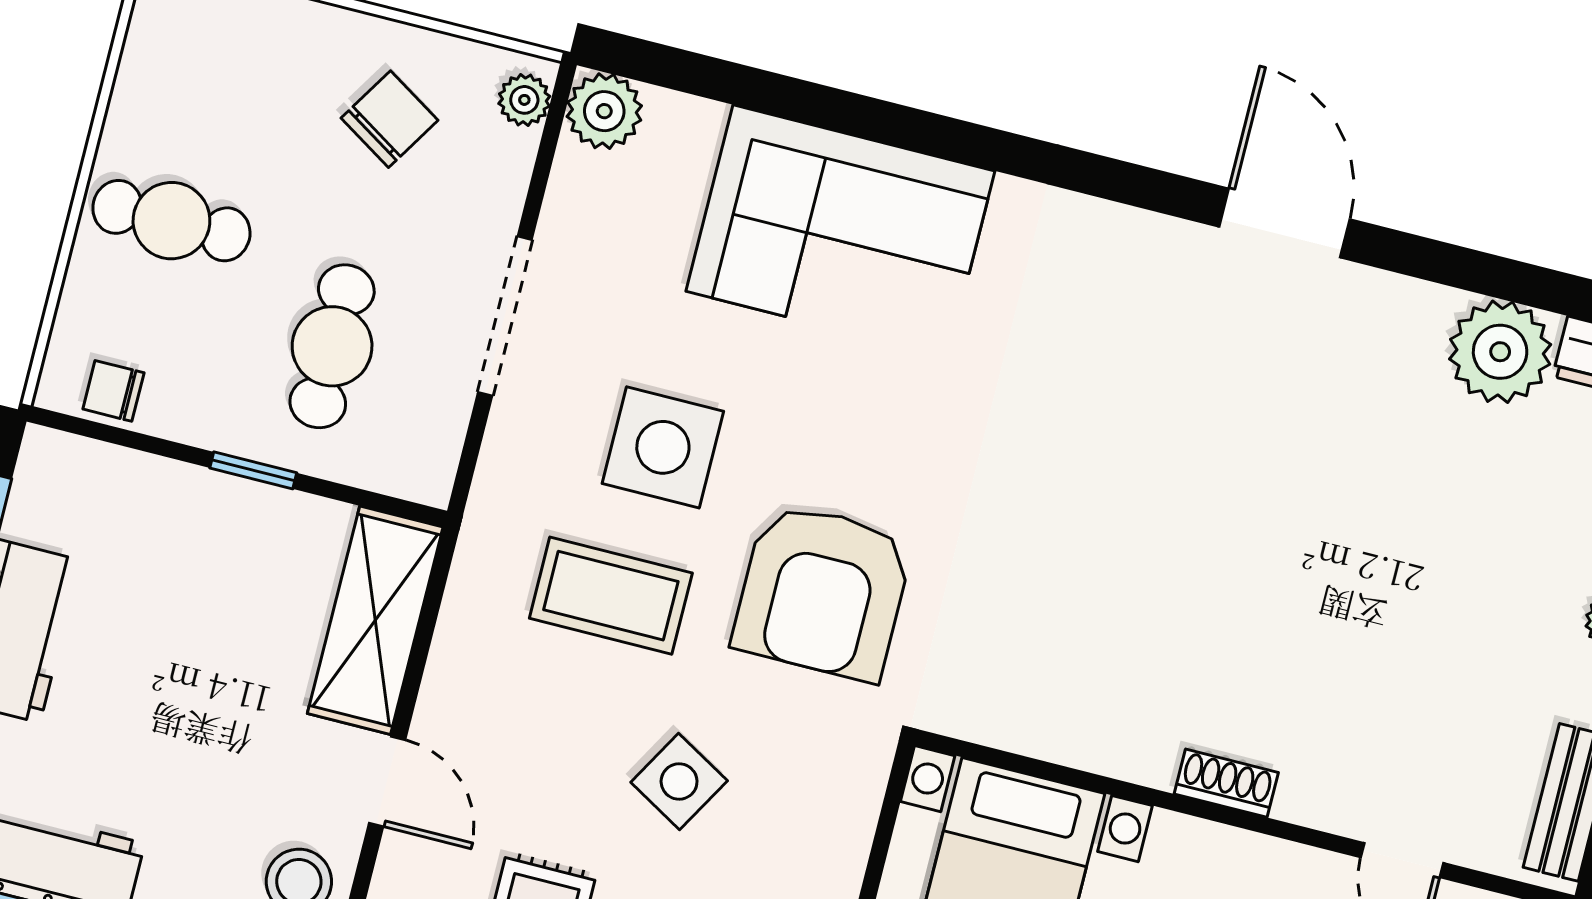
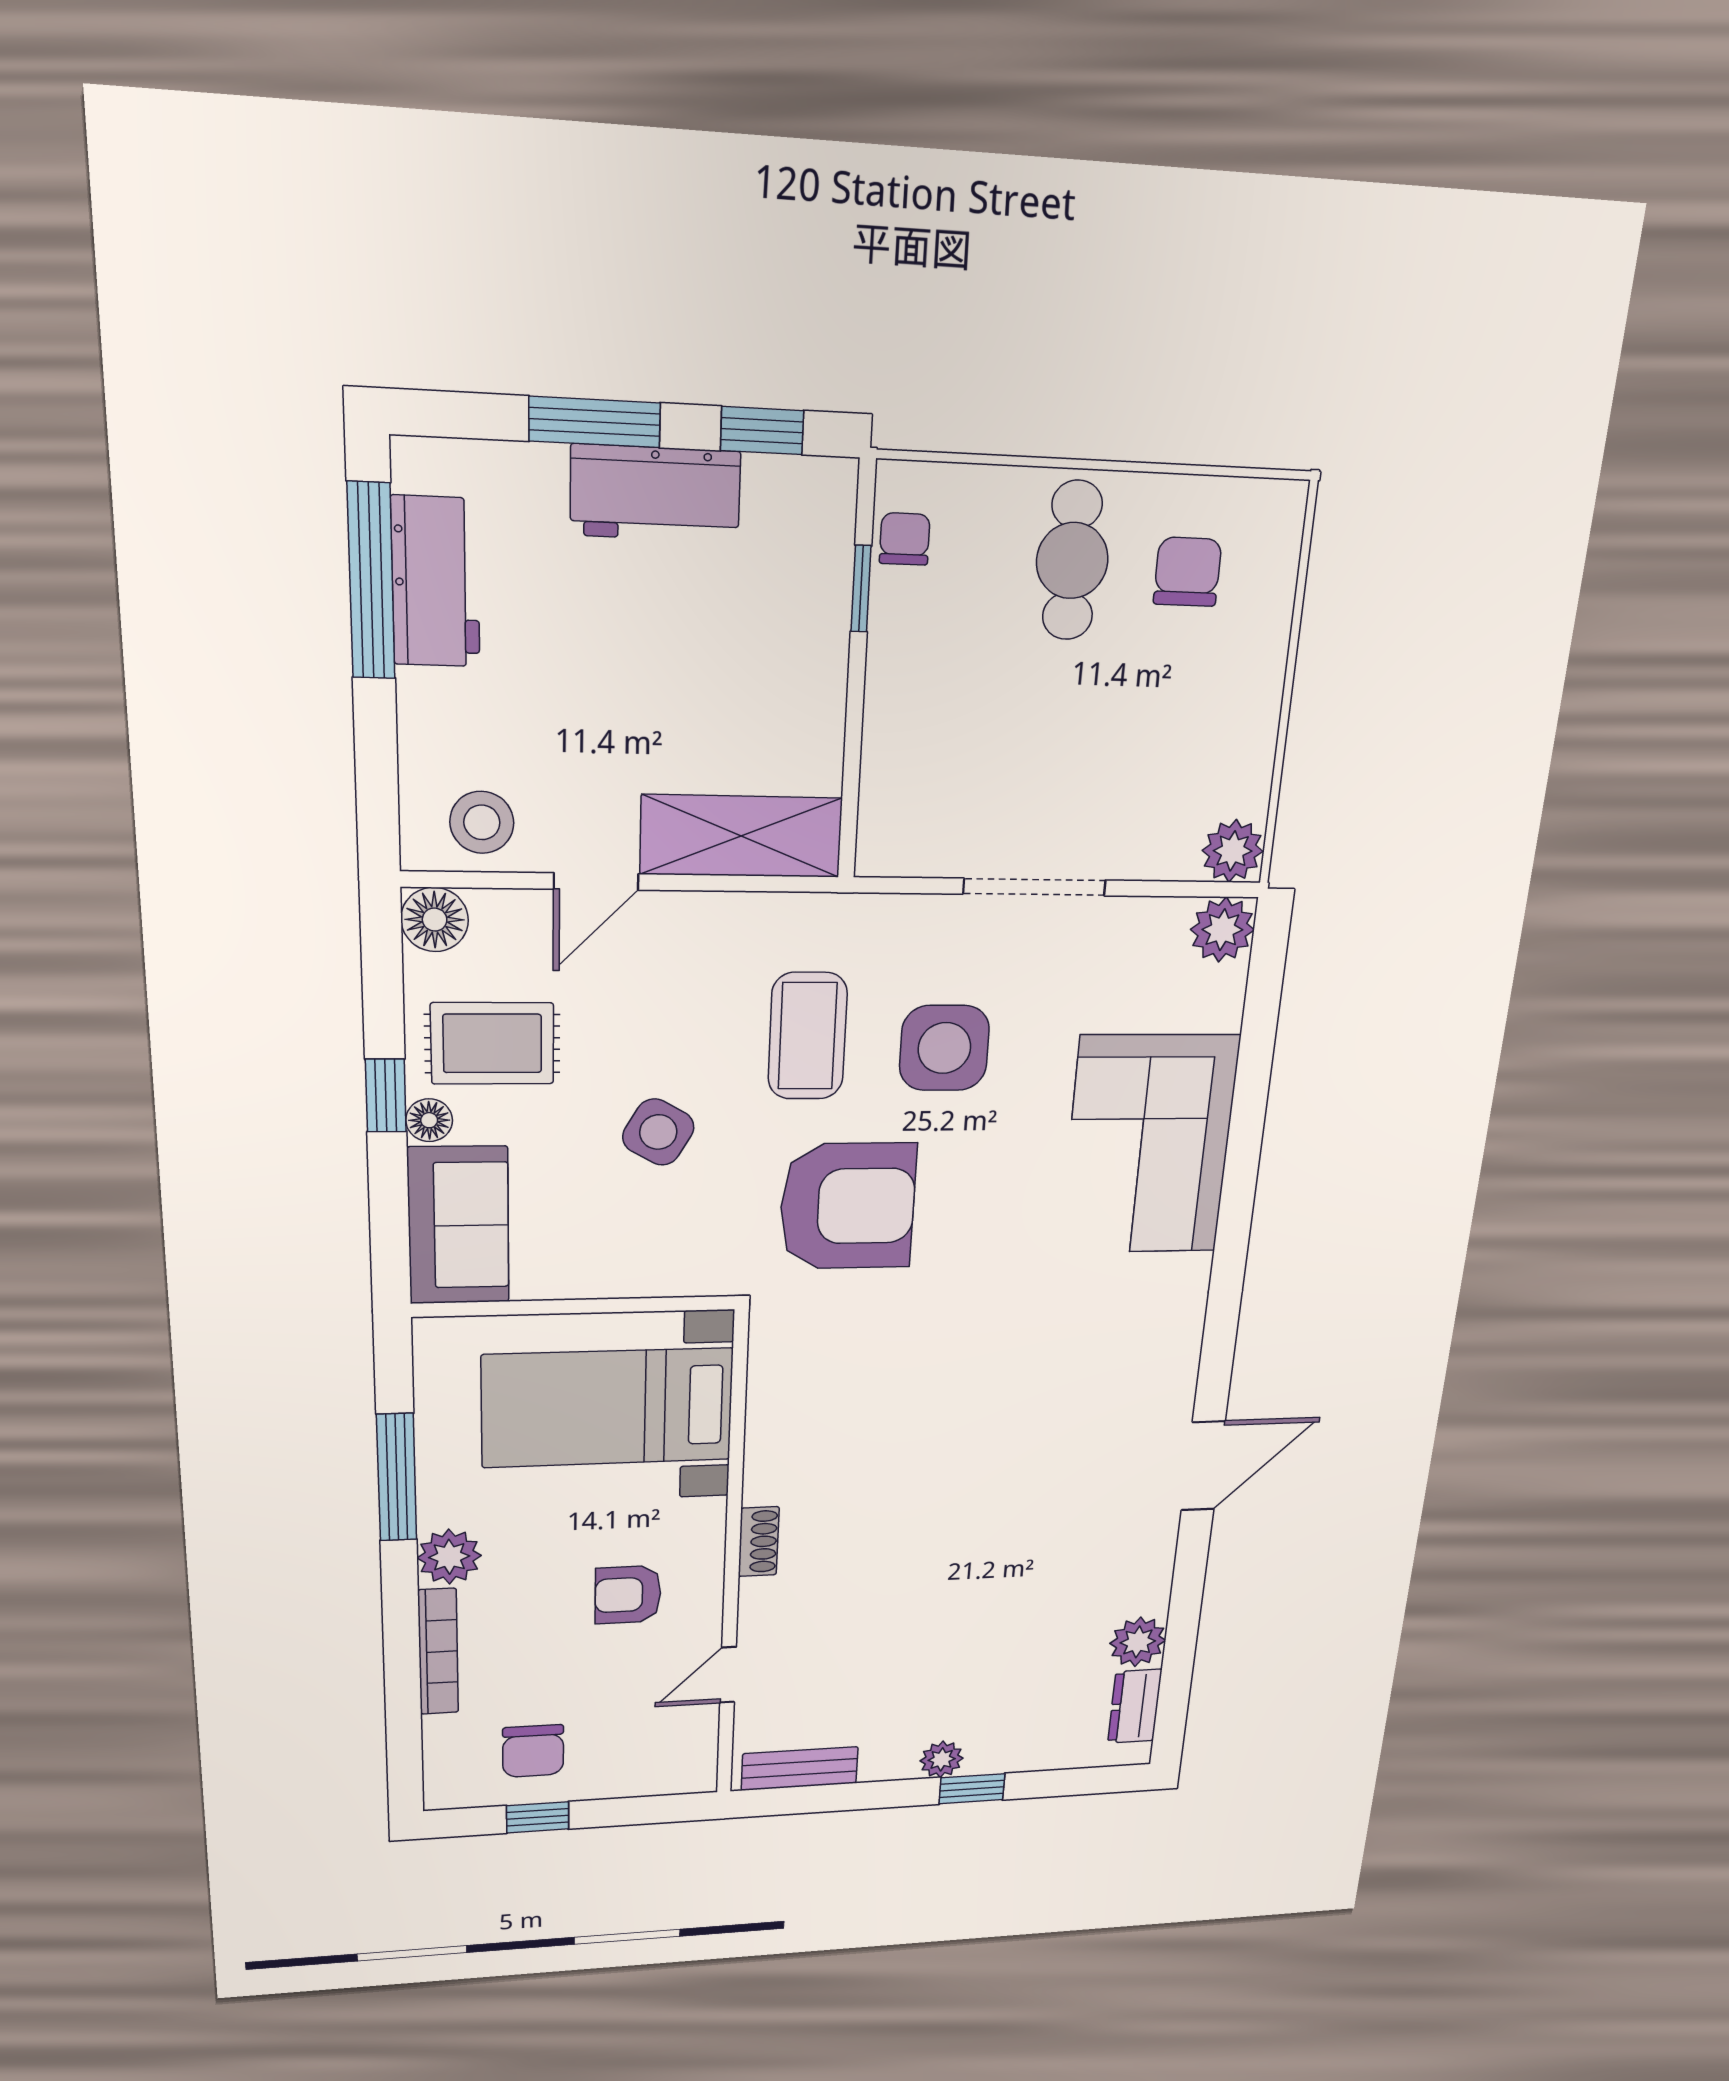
plant: (524, 100) -> (1233, 851), width x1.38, depth x1.38
chair: (389, 119) -> (1188, 572), moved, turned -122
cafe table: (332, 346) -> (982, 739), removed
plant: (1500, 352) -> (1138, 1642), width x0.73, depth x0.73
window: (253, 470) -> (861, 589), moved
armchair: (823, 591) -> (848, 1206), turned 180

